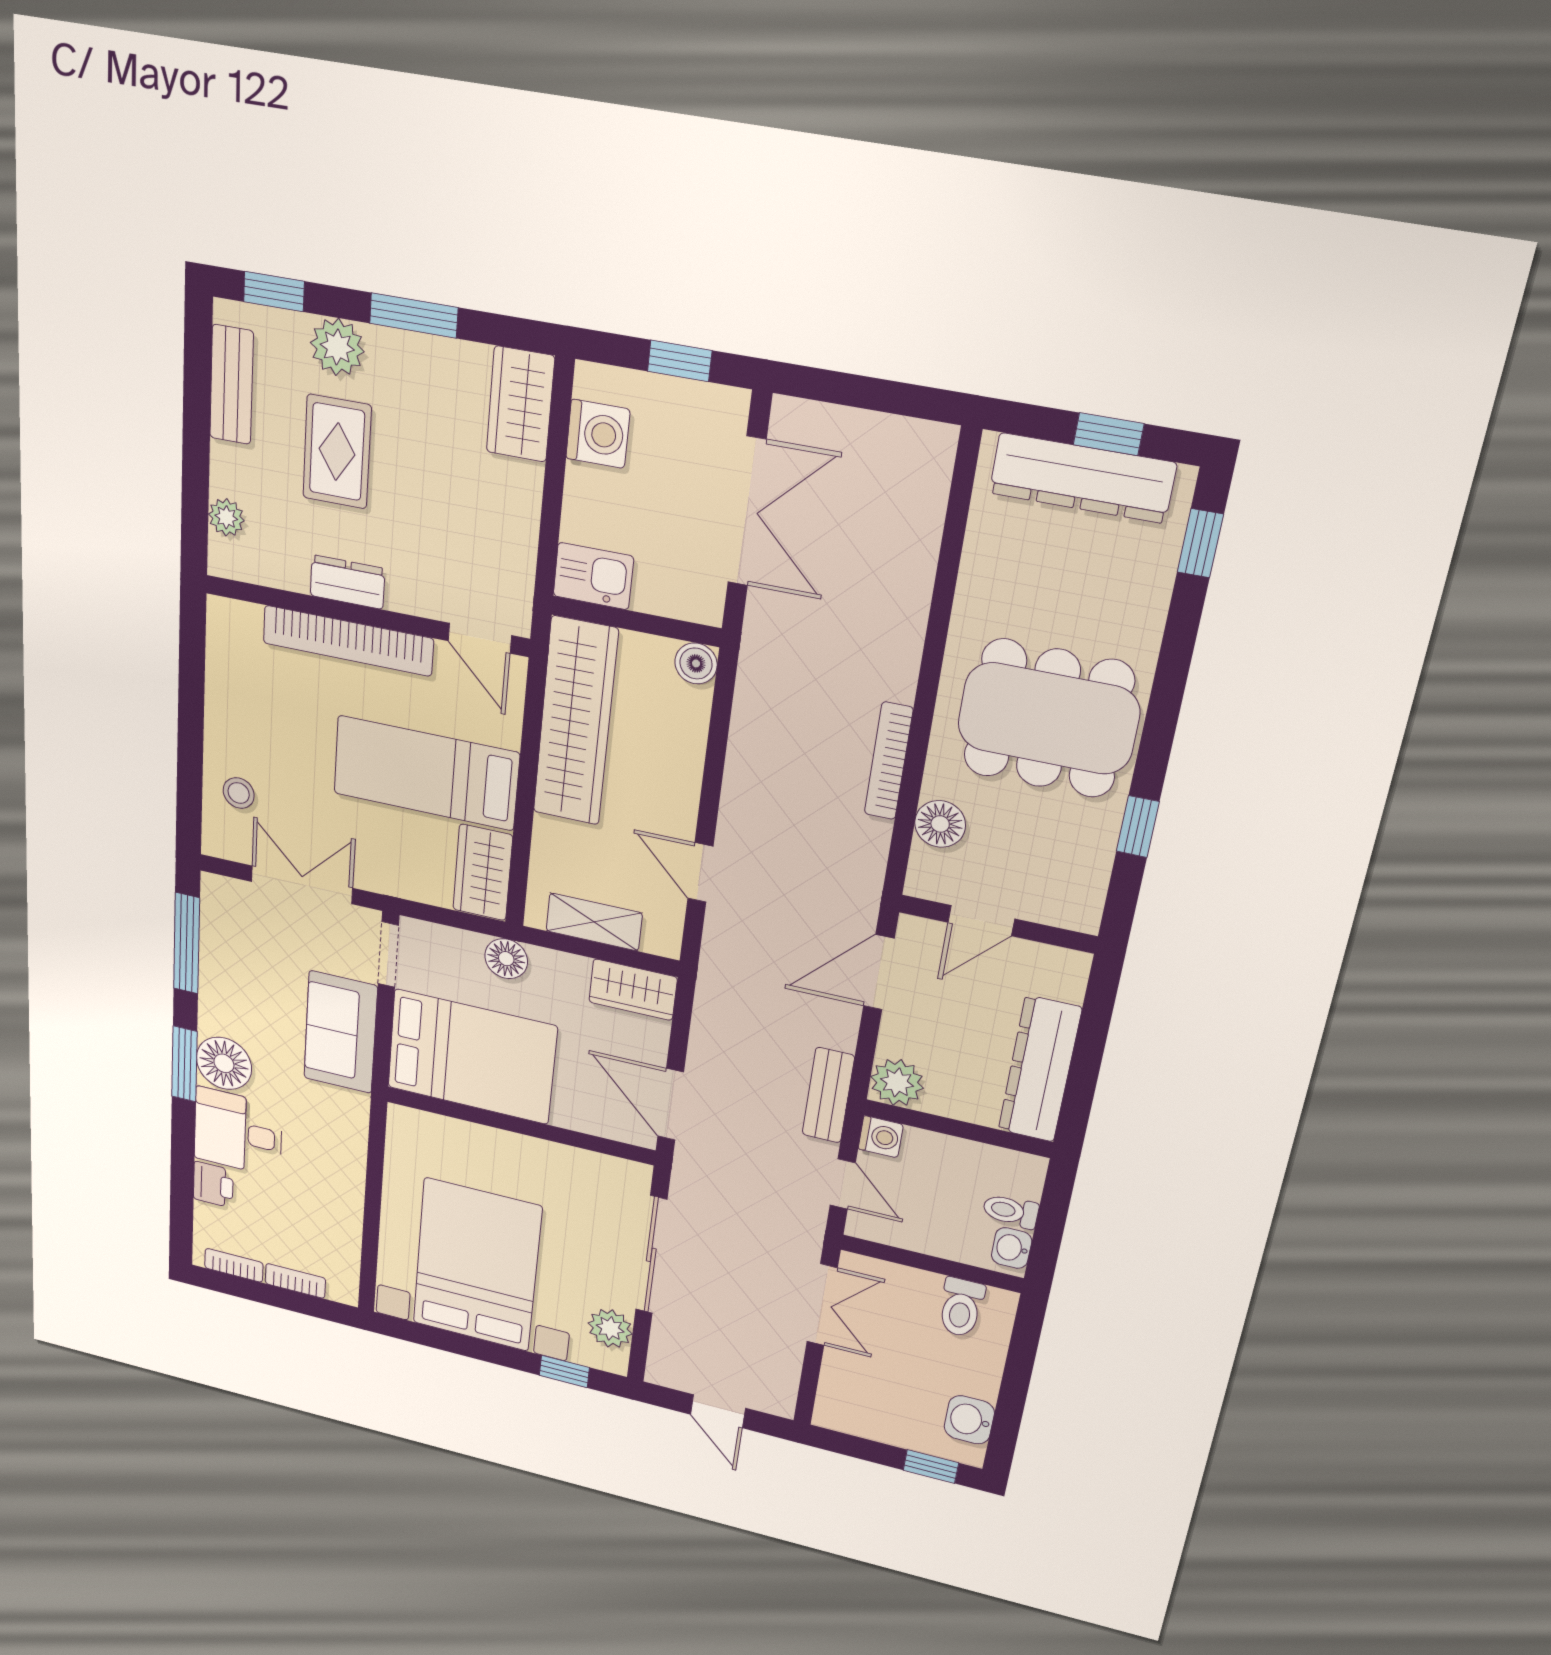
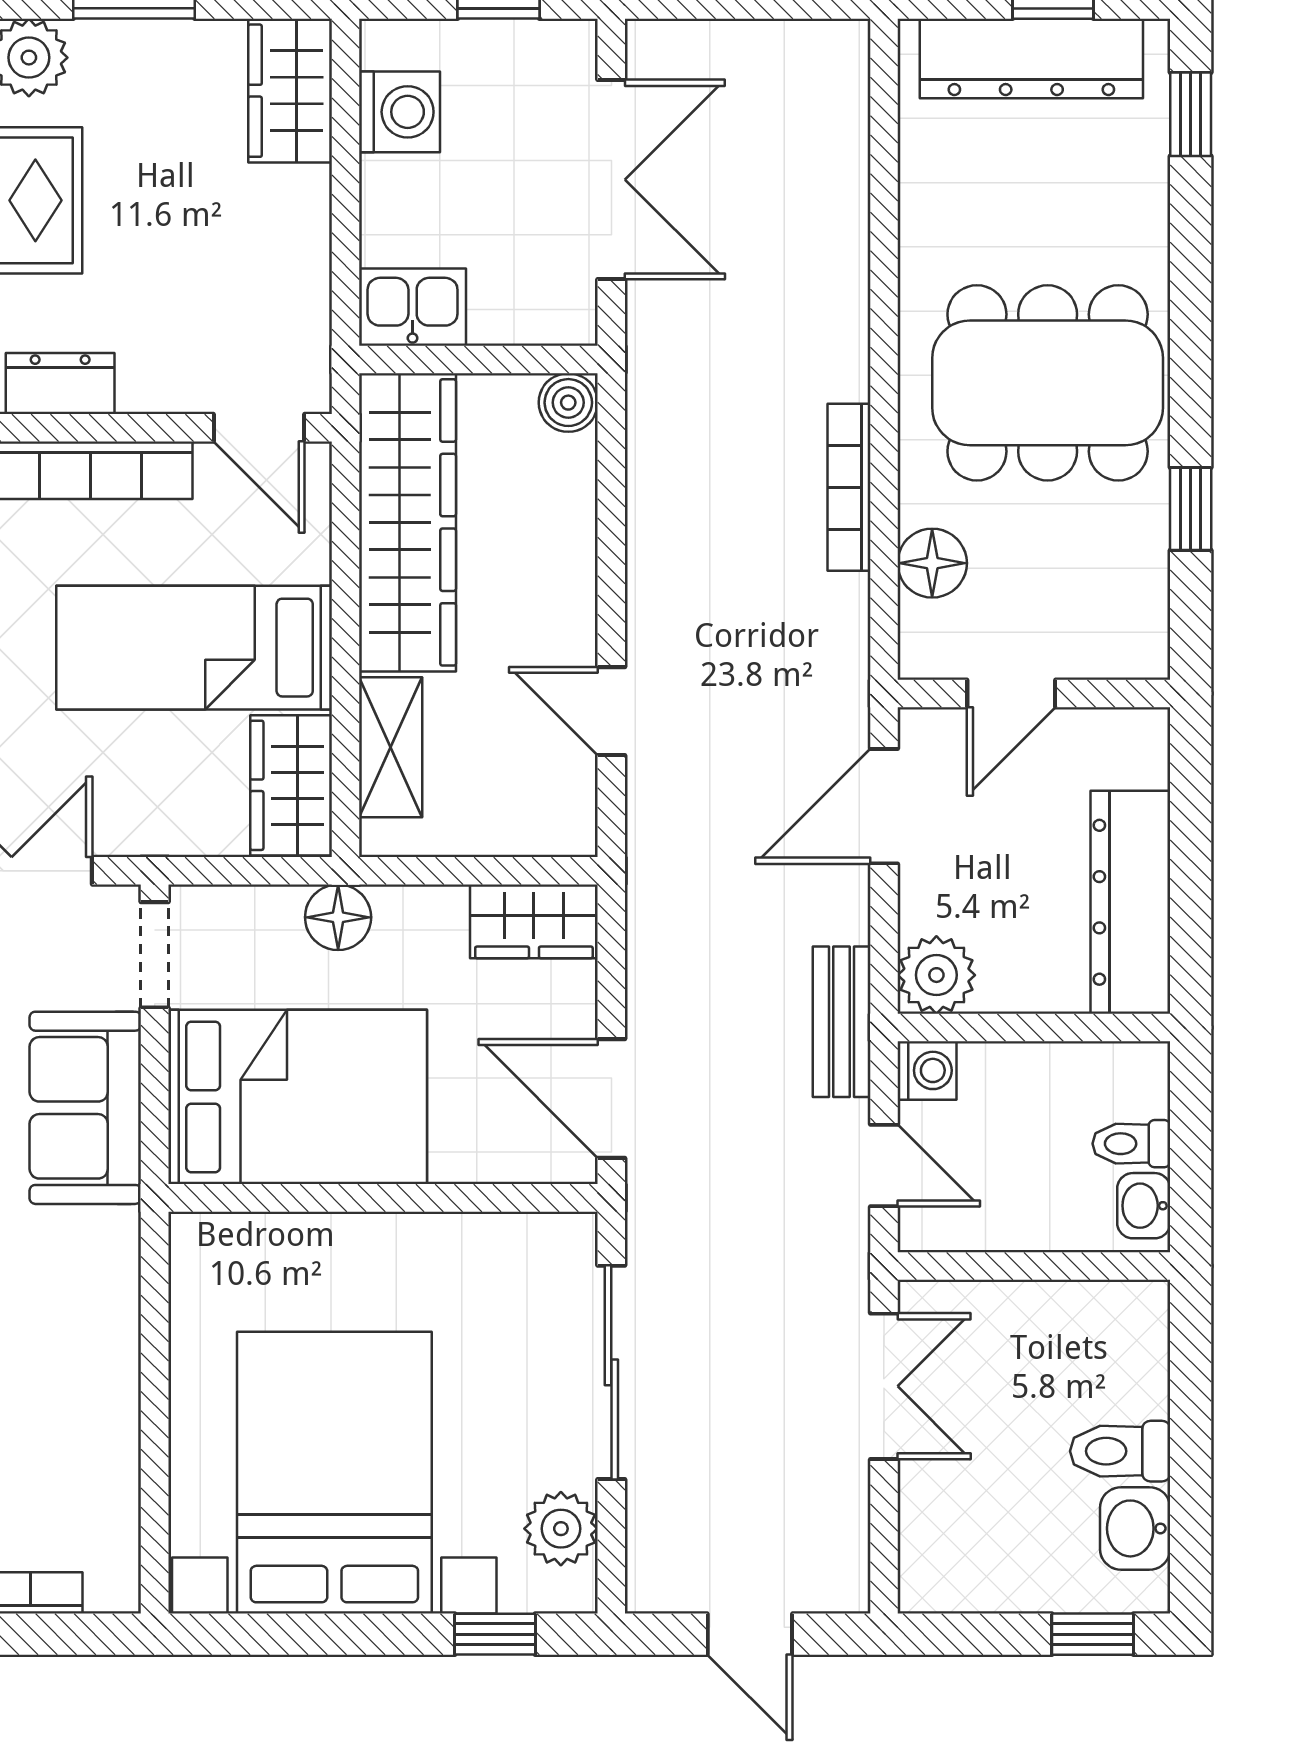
shelving: (594, 922) -> (391, 747), moved, turned 90
toilet: (961, 1307) -> (1120, 1451), moved, turned 90

